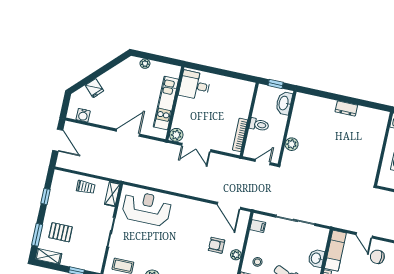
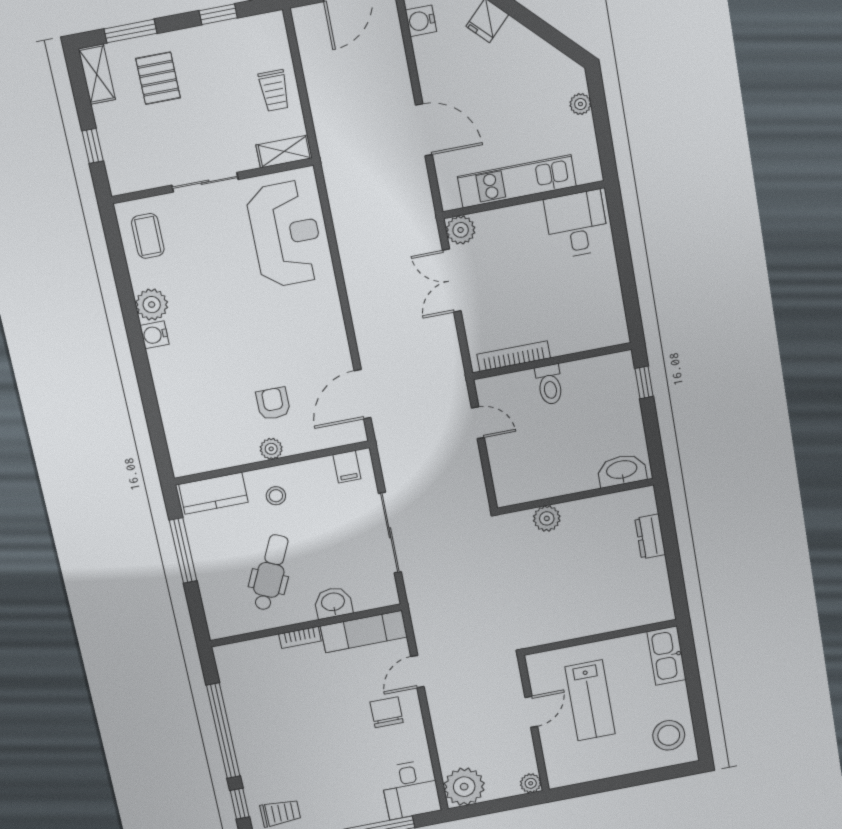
washbasin: (284, 103) -> (622, 470), moved
wall: (287, 128) -> (576, 496), moved
plant: (292, 144) -> (547, 518), moved

